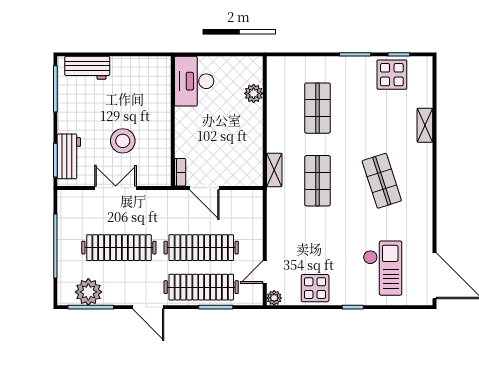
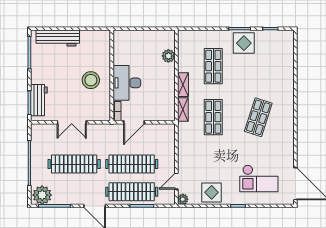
workbench: (87, 68) -> (58, 38), width x1.38
display table: (392, 75) -> (244, 43), moved
desk: (194, 81) -> (127, 83), moved
shelving: (425, 125) -> (183, 85), moved
stool: (123, 141) -> (91, 80), moved
shop shelf: (382, 181) -> (258, 117), turned 36
double door: (116, 188) -> (72, 122), swing flipped
door: (204, 188) -> (134, 122), hinge flipped
checkout: (383, 268) -> (259, 178), turned 90
plant: (88, 292) -> (42, 195), moved

